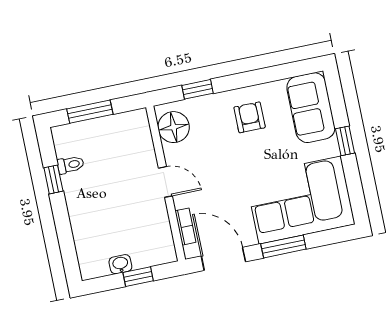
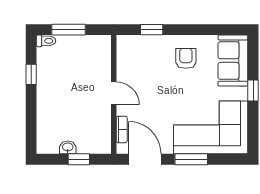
floor lamp: (174, 127) -> (128, 54), removed
toilet: (71, 165) -> (46, 41), moved

